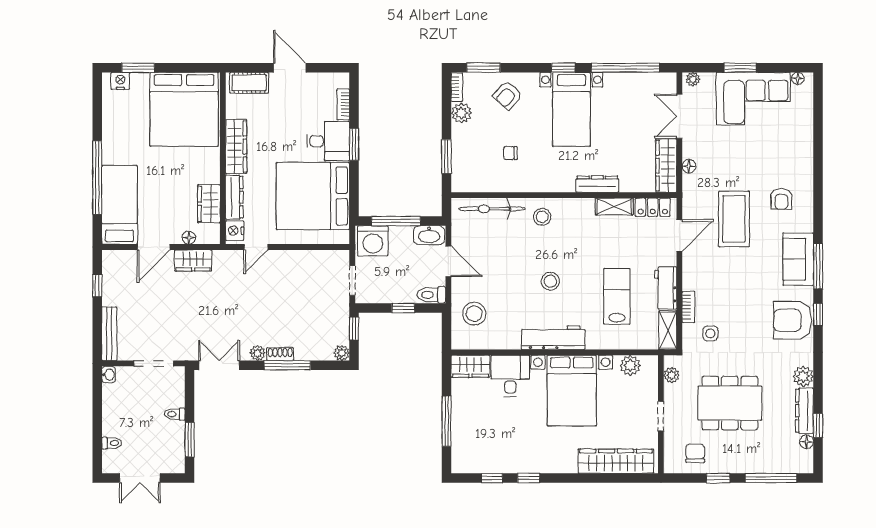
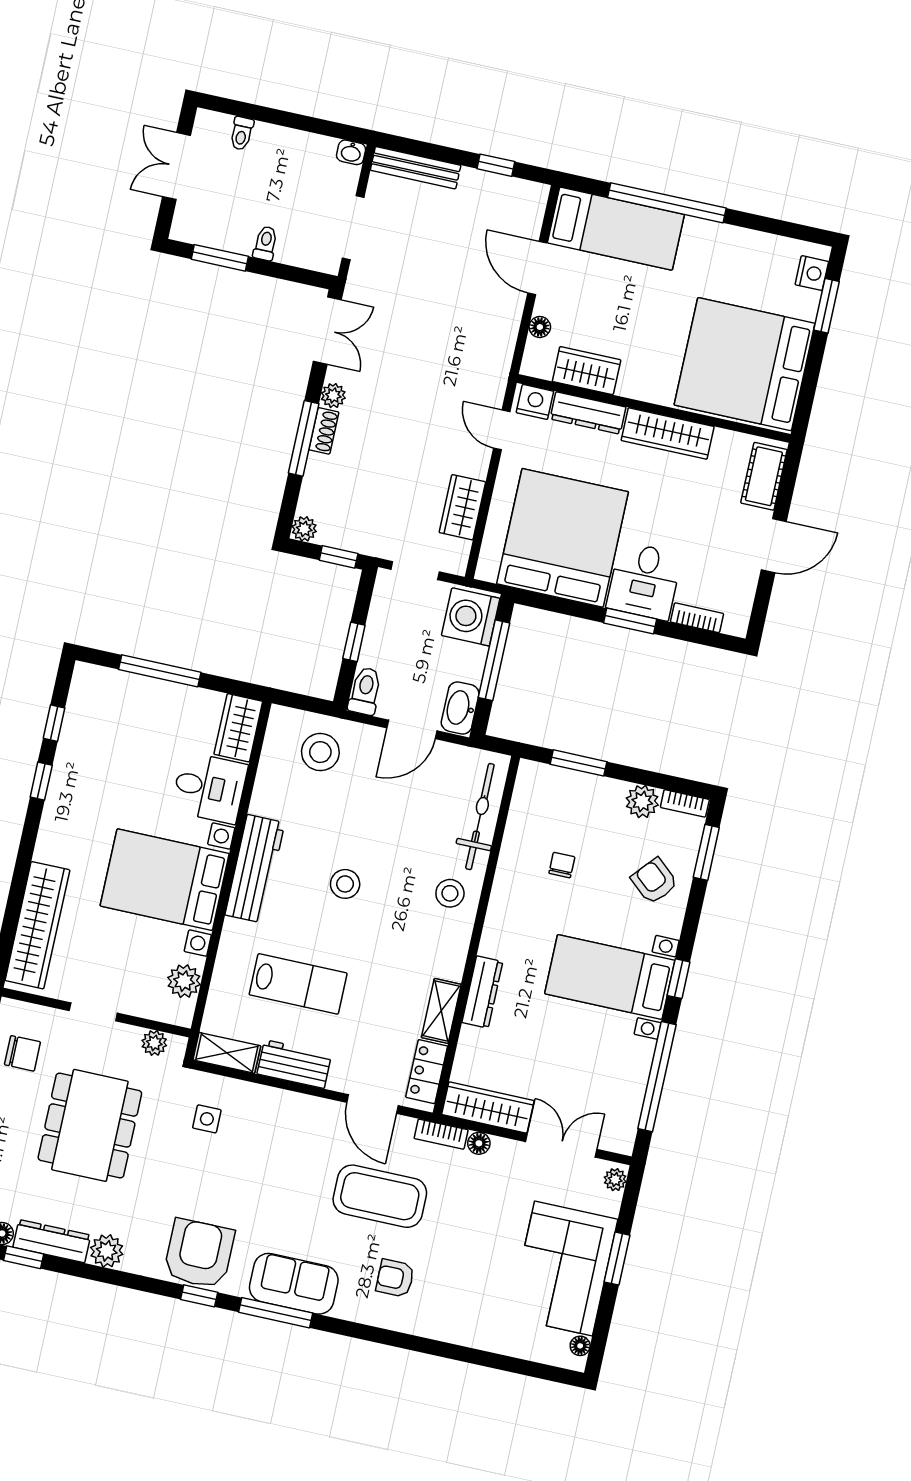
wardrobe: (193, 260) -> (462, 507), moved
bookcase: (688, 307) -> (441, 1134), moved

